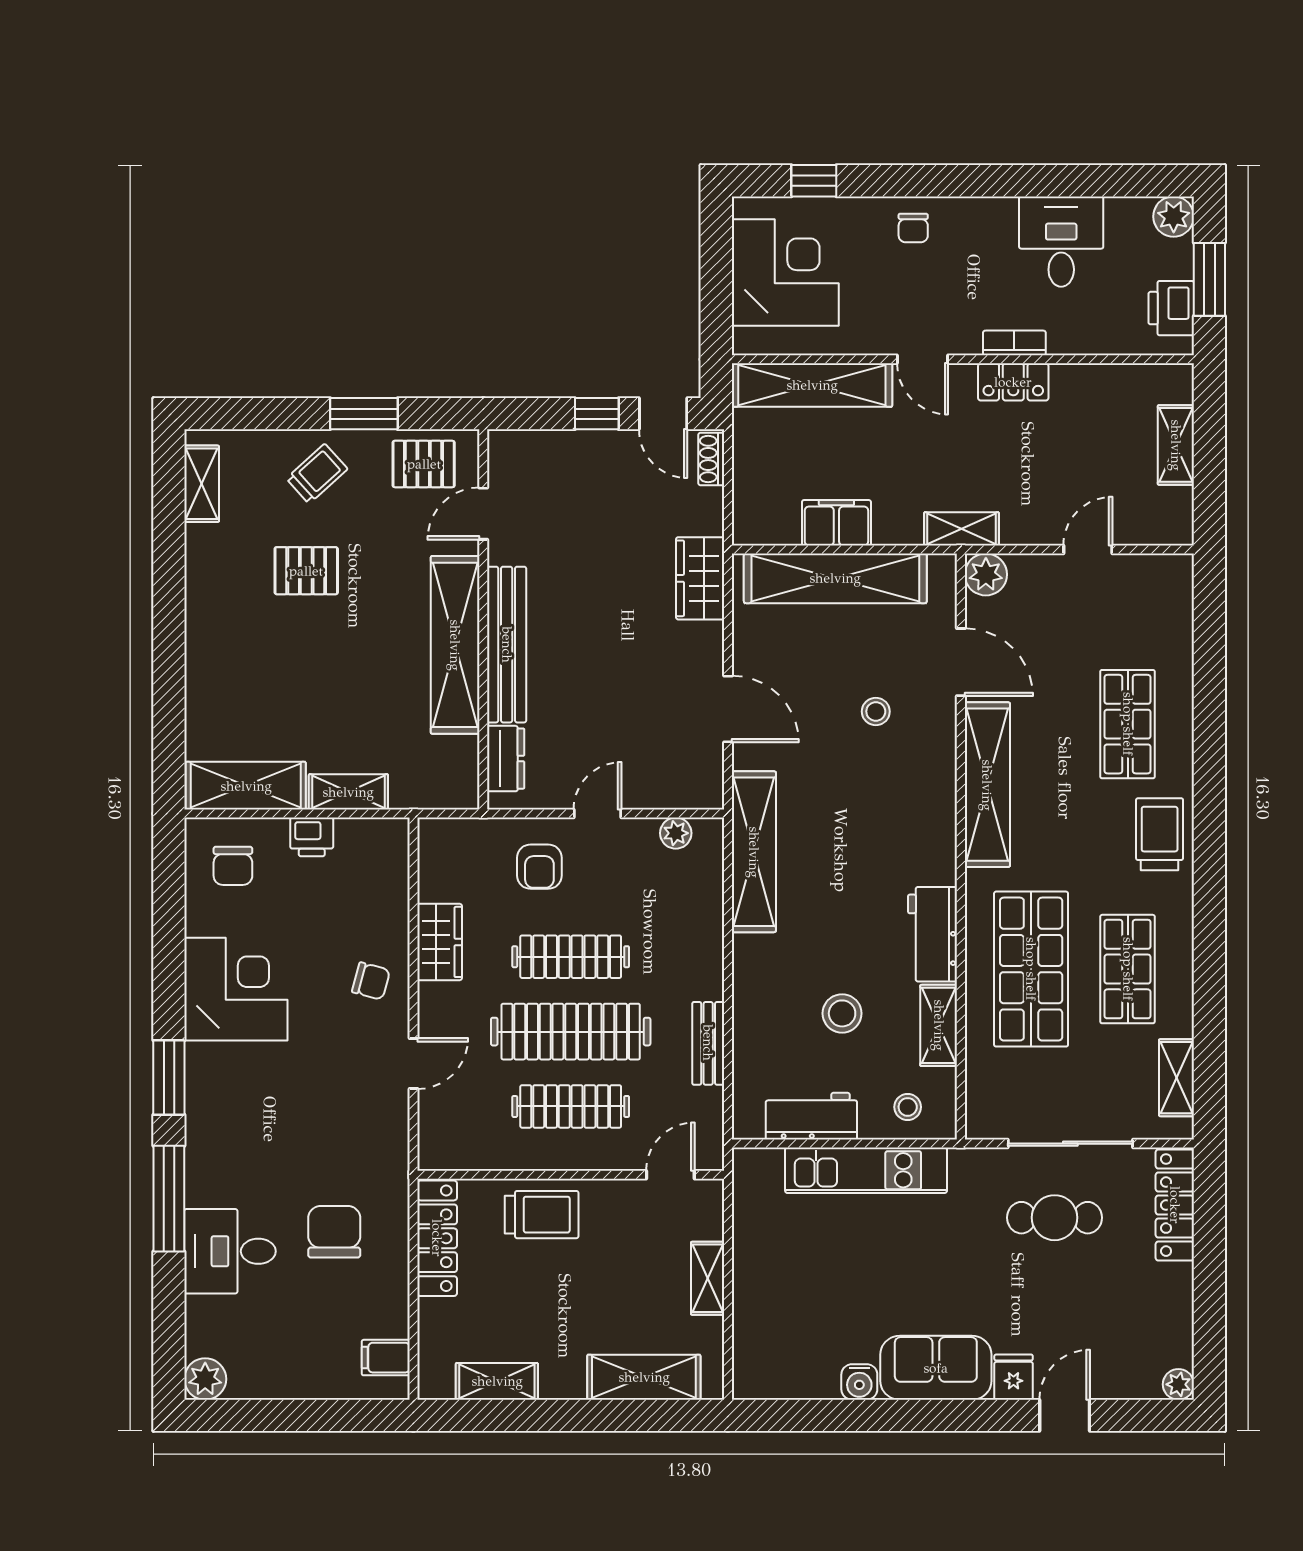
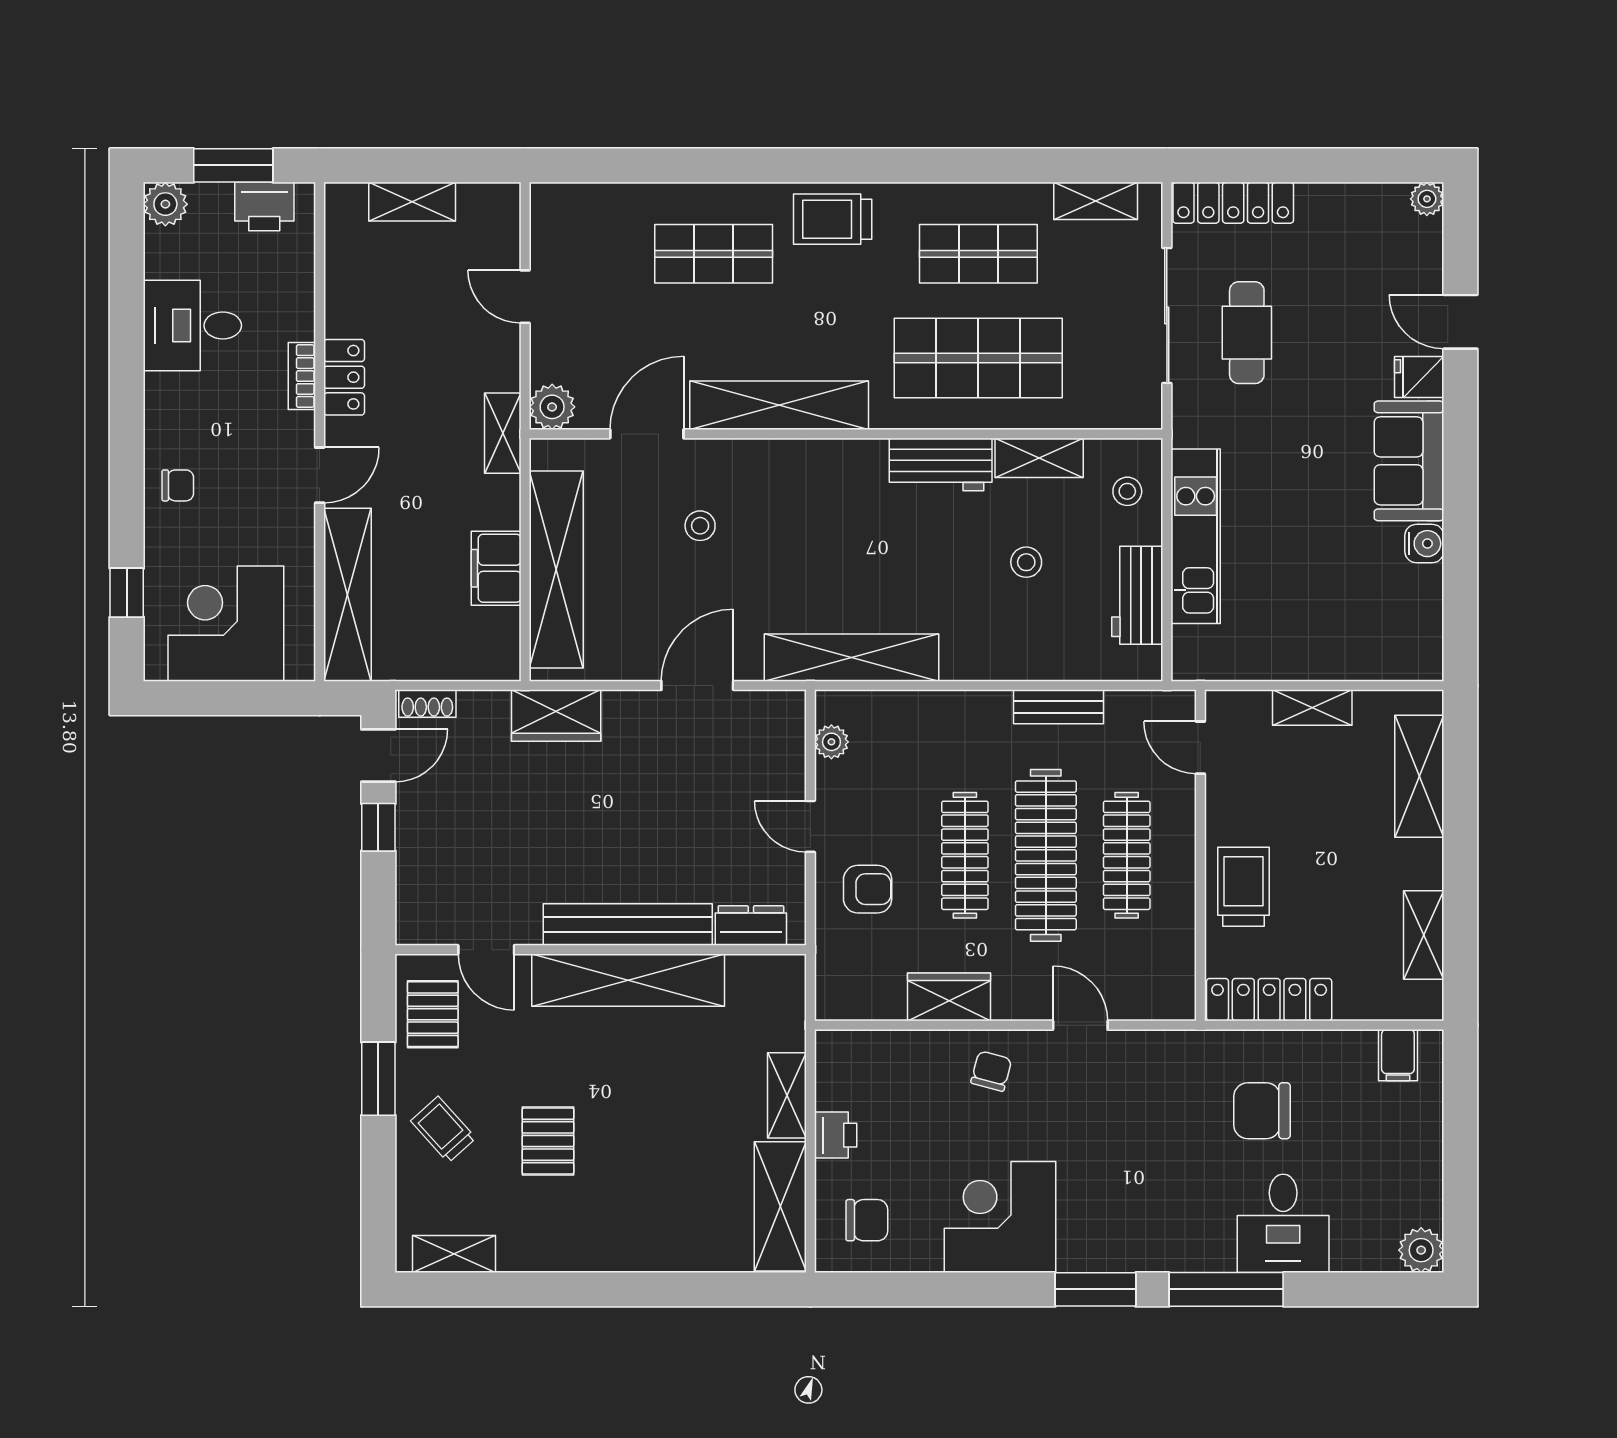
stool: (842, 1013) -> (1026, 562), width x0.73, depth x0.73

